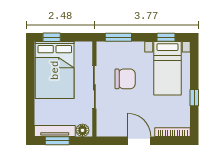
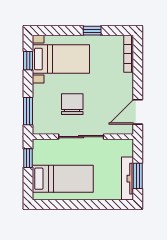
window: (52, 37) -> (28, 158), moved
bed: (55, 70) -> (63, 179), width x0.67
floor lamp: (82, 130) -> (127, 149), removed
door: (139, 141) -> (138, 112), moved

